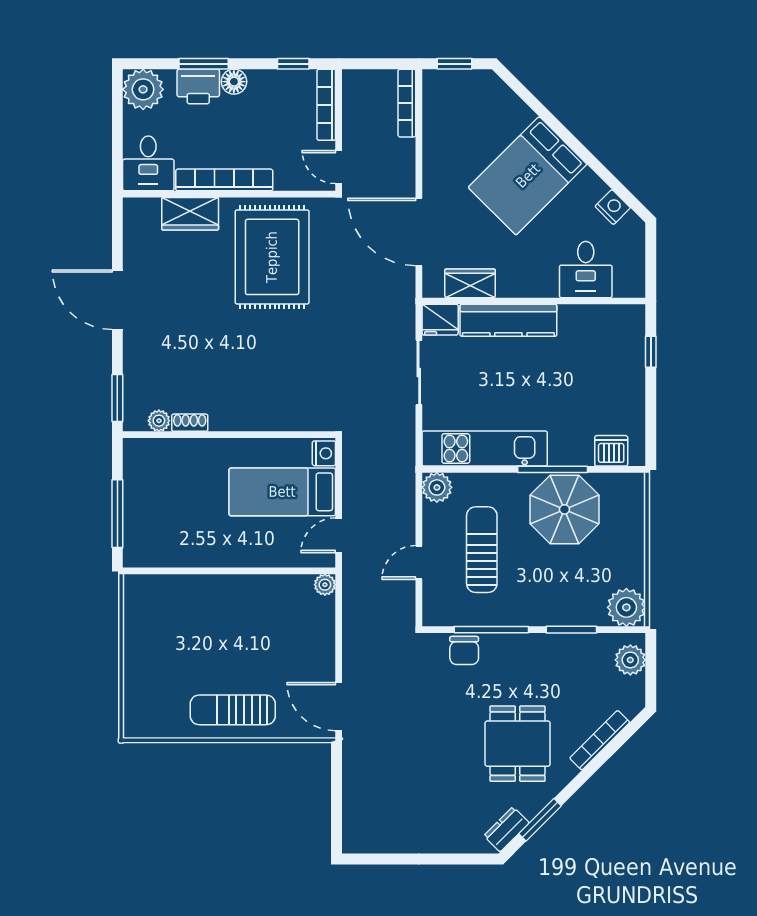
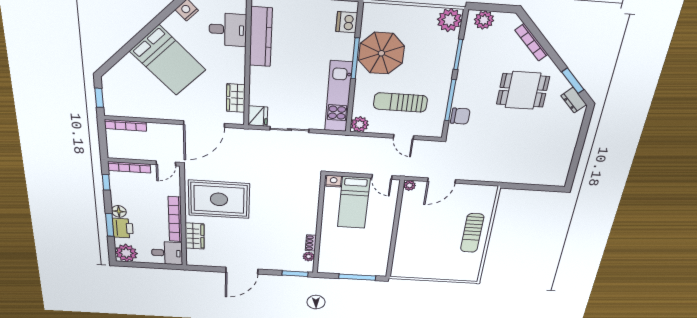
kitchen counter: (508, 320) -> (261, 37), moved
door: (339, 707) -> (442, 181), moved

